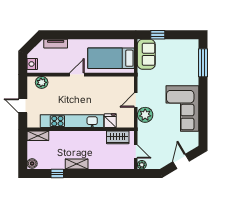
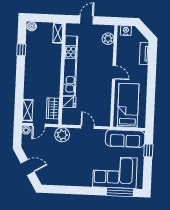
sofa: (146, 54) -> (125, 139), width x1.36
corner sofa: (182, 109) -> (115, 172), moved
plant: (145, 115) -> (62, 135), moved
shelving: (77, 164) -> (28, 110), moved

